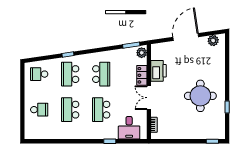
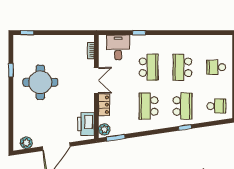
printer: (159, 71) -> (86, 124), moved
school desk: (70, 110) -> (182, 67), turned 180

